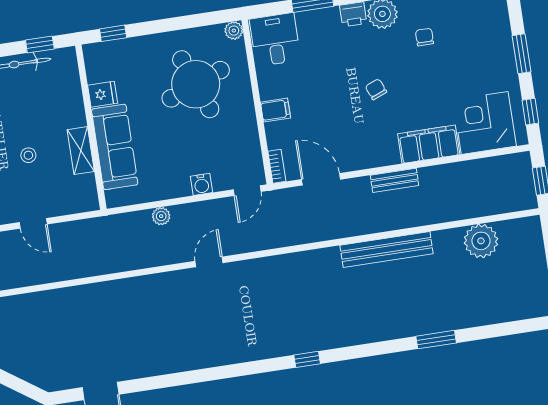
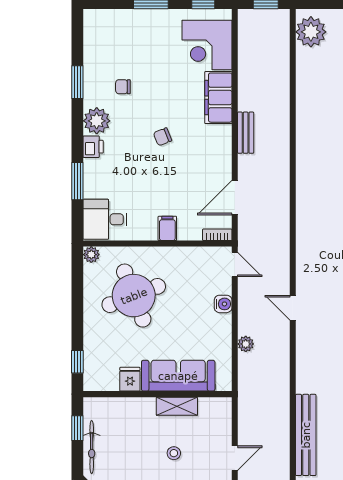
plant: (481, 241) -> (311, 32), moved
bench: (387, 249) -> (306, 435), moved

